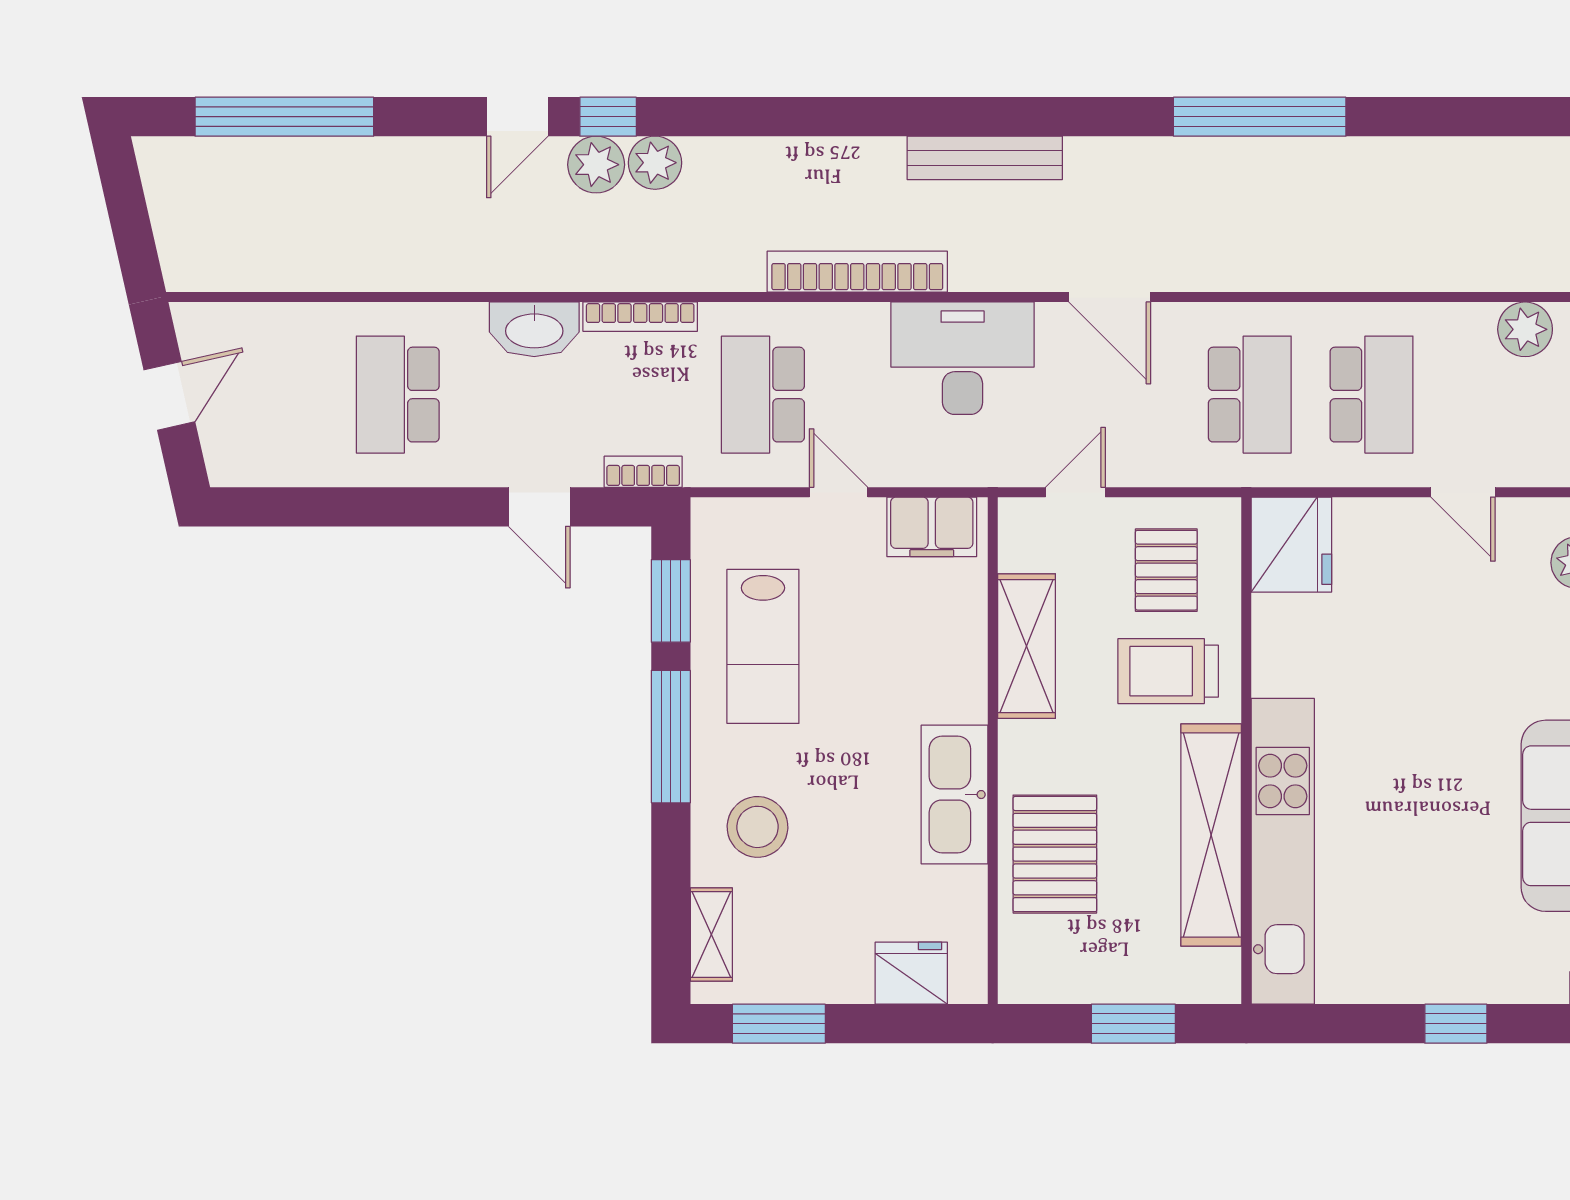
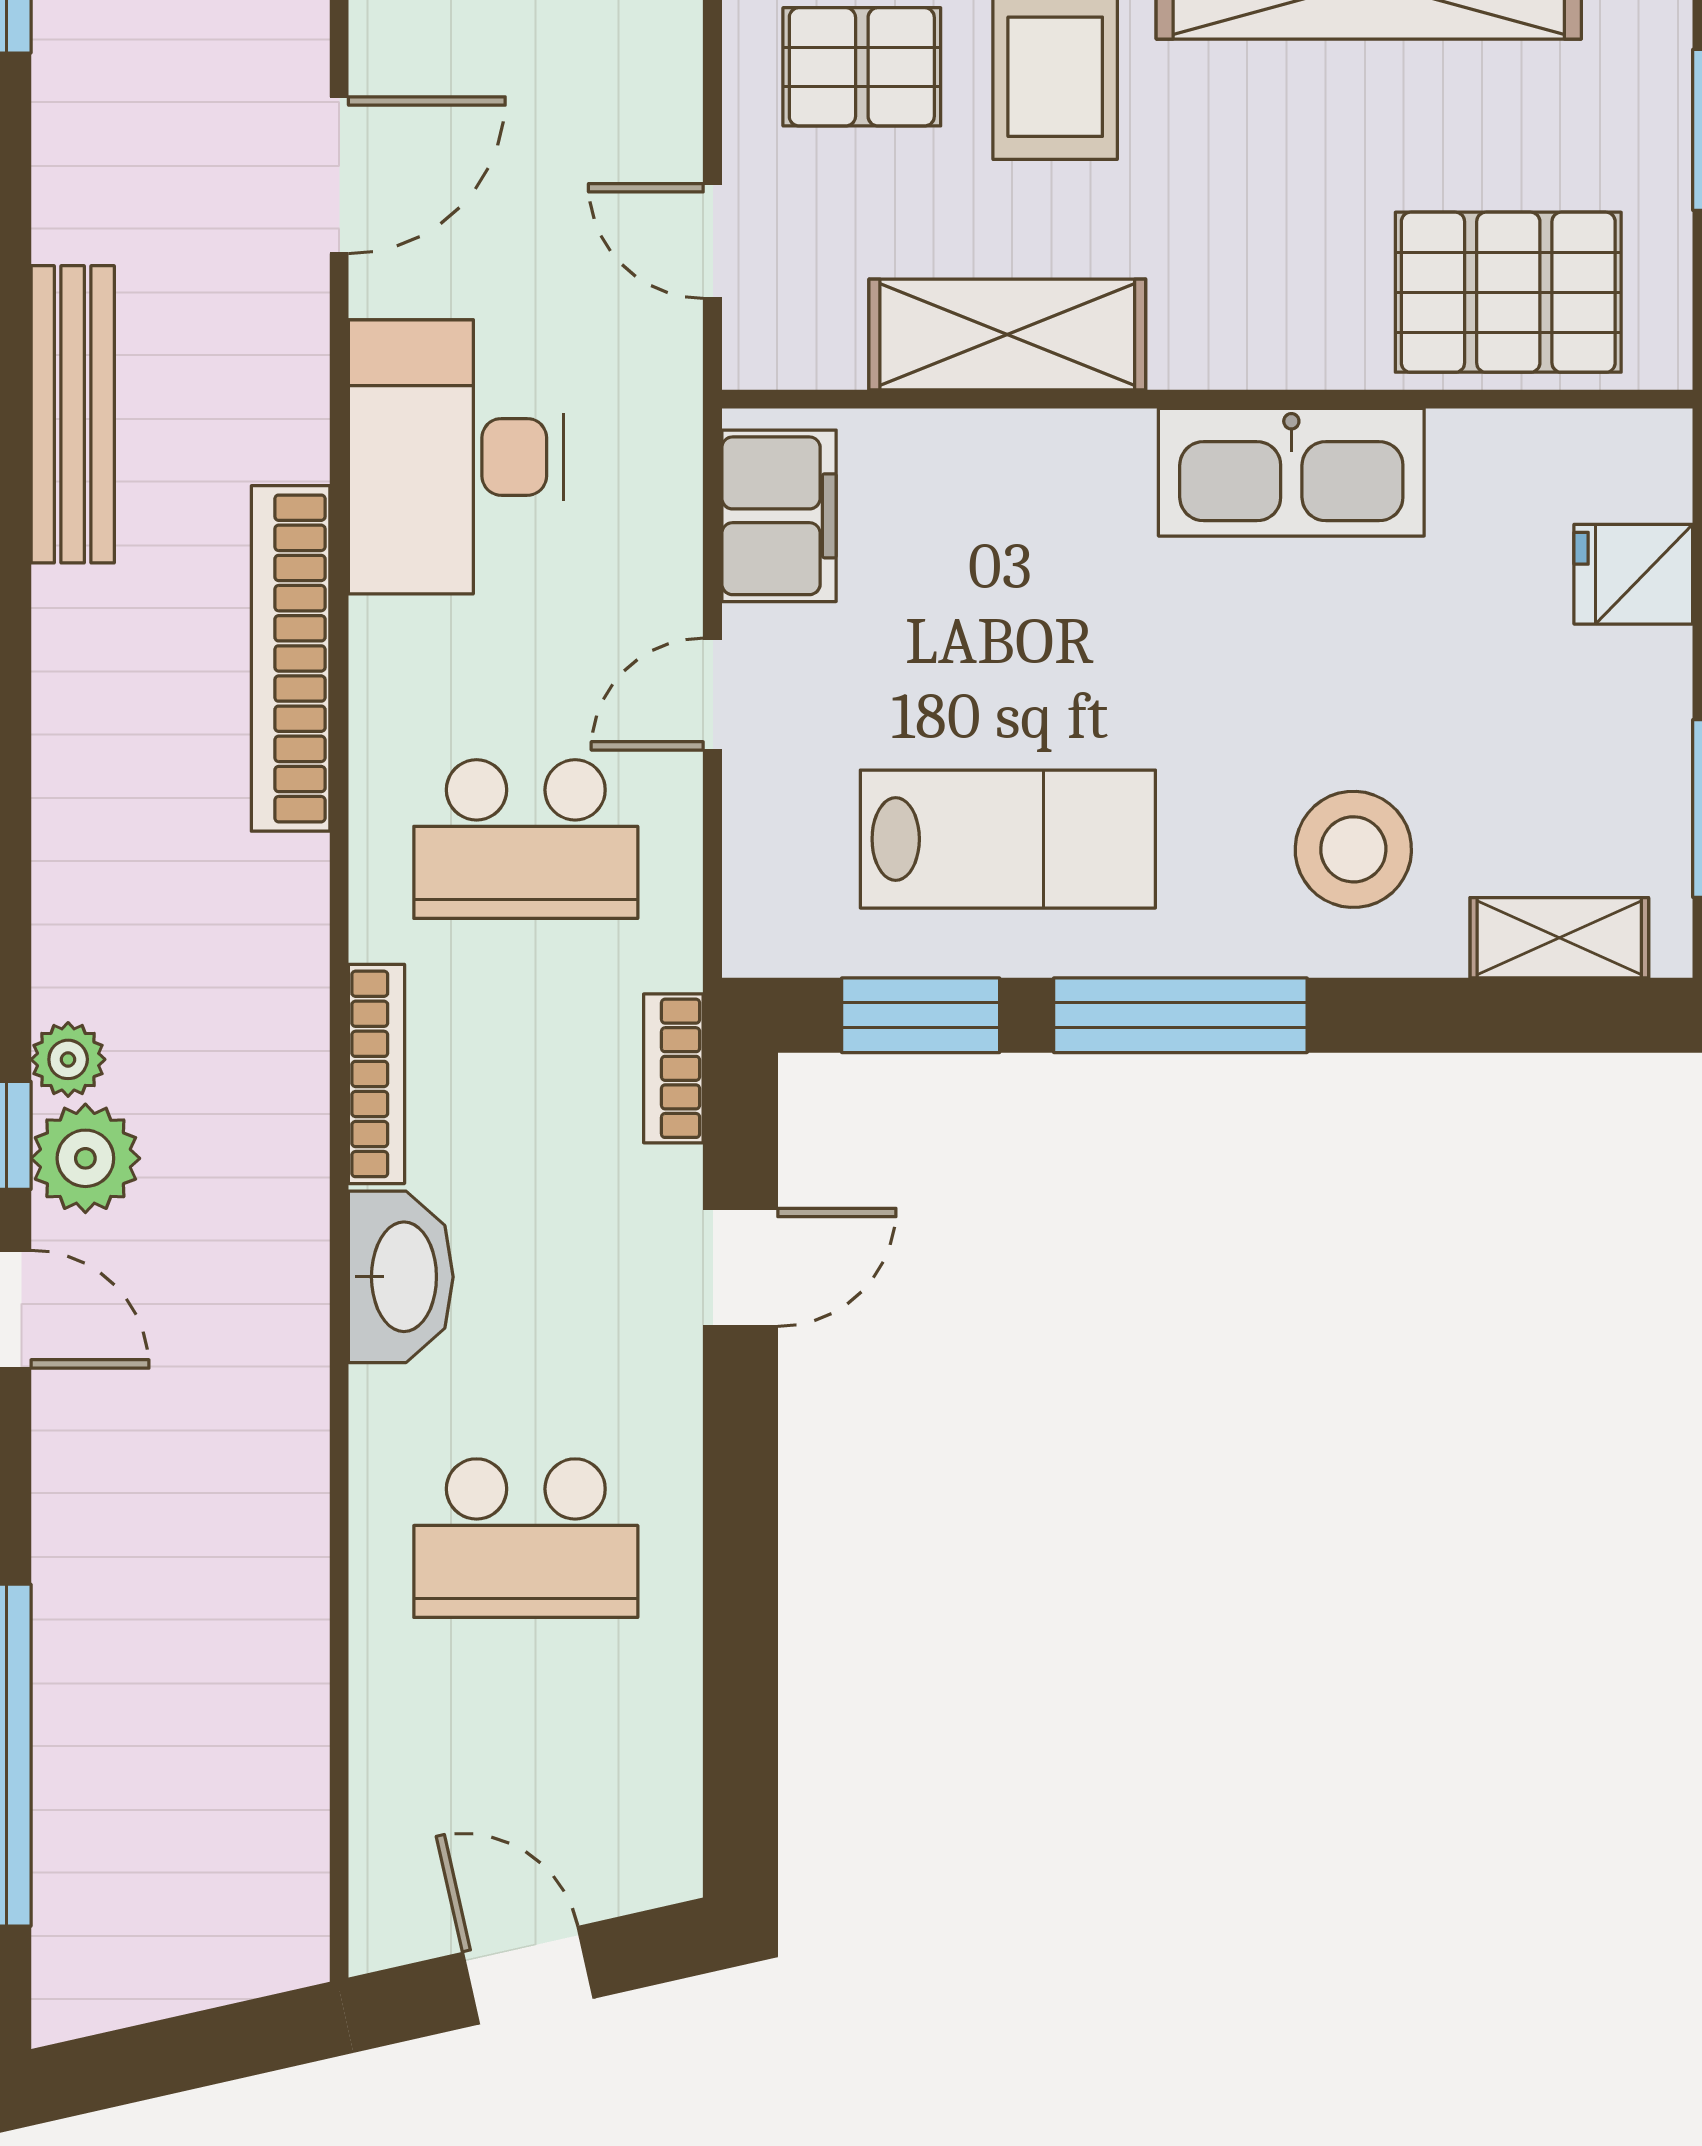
plant: (655, 163) -> (68, 1059), width x0.73, depth x0.73
pallet: (1055, 854) -> (1508, 292), moved
fridge: (911, 973) -> (1633, 574), width x0.72

